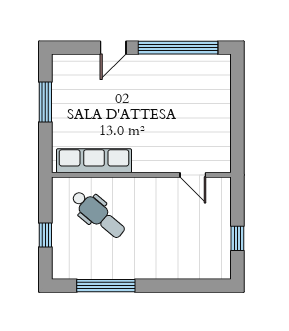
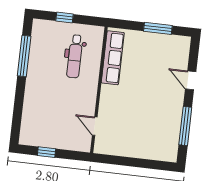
window: (178, 48) -> (185, 126), width x0.68
door: (193, 175) -> (95, 126), hinge flipped
dental chair: (98, 214) -> (75, 56), turned -40

